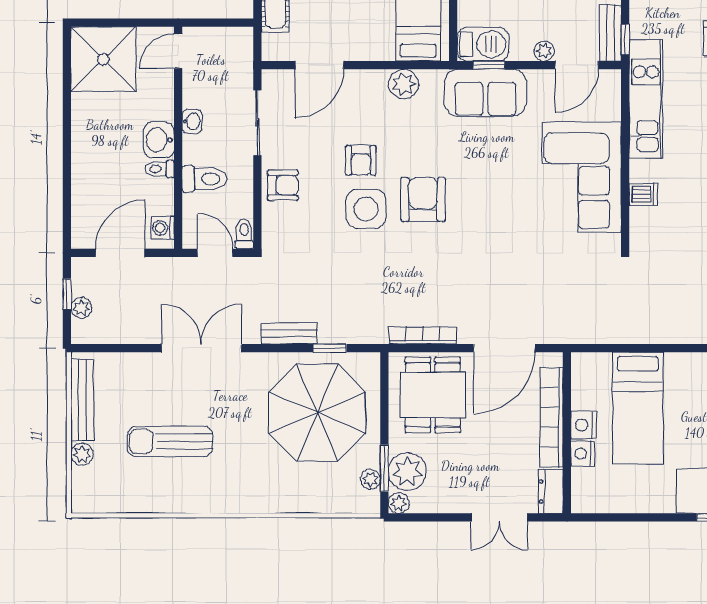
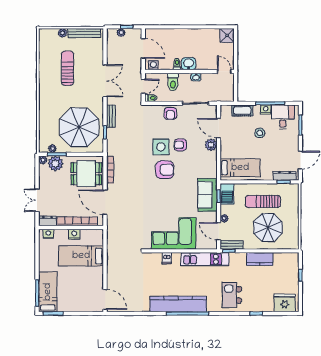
shower: (103, 59) -> (227, 35), width x0.54, depth x0.54
plant: (404, 84) -> (211, 145), moved
nightstand: (583, 454) -> (48, 234), moved

